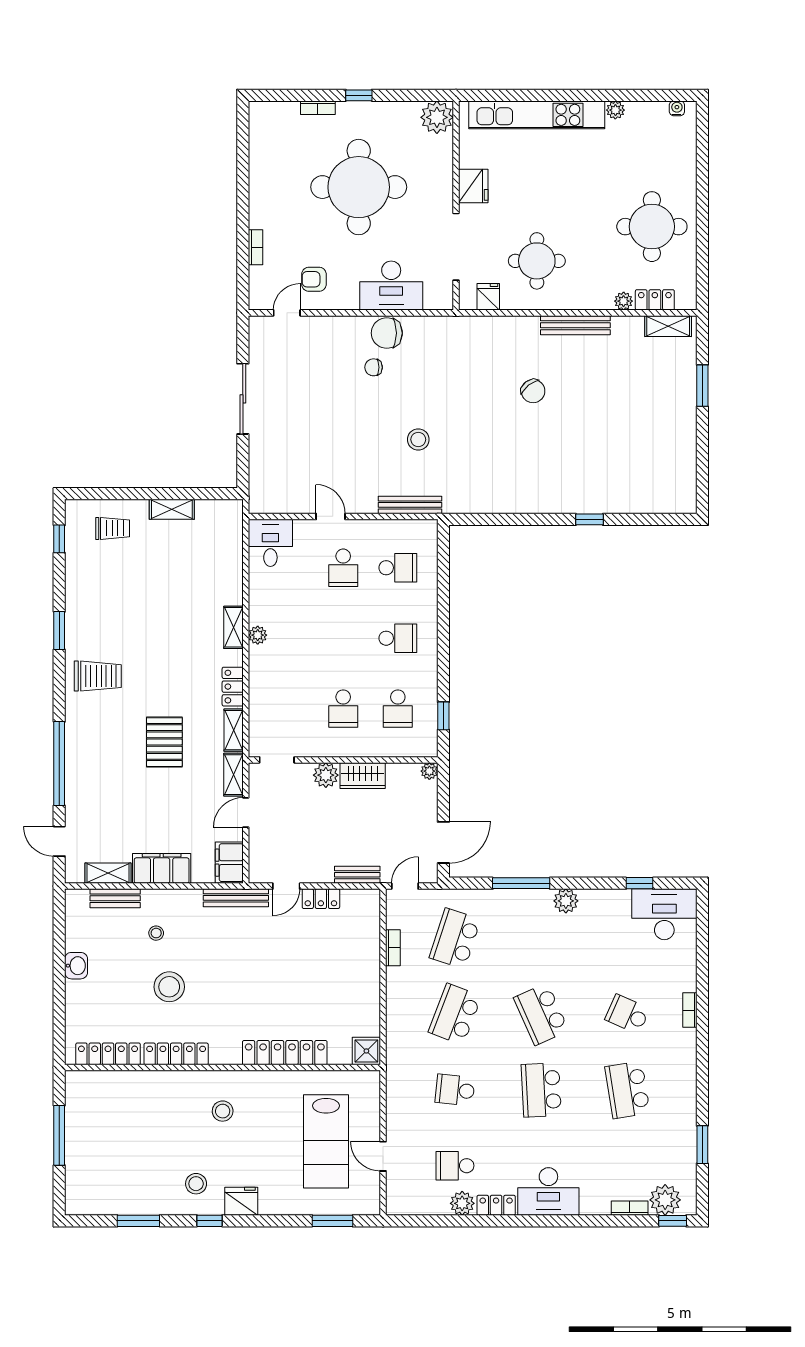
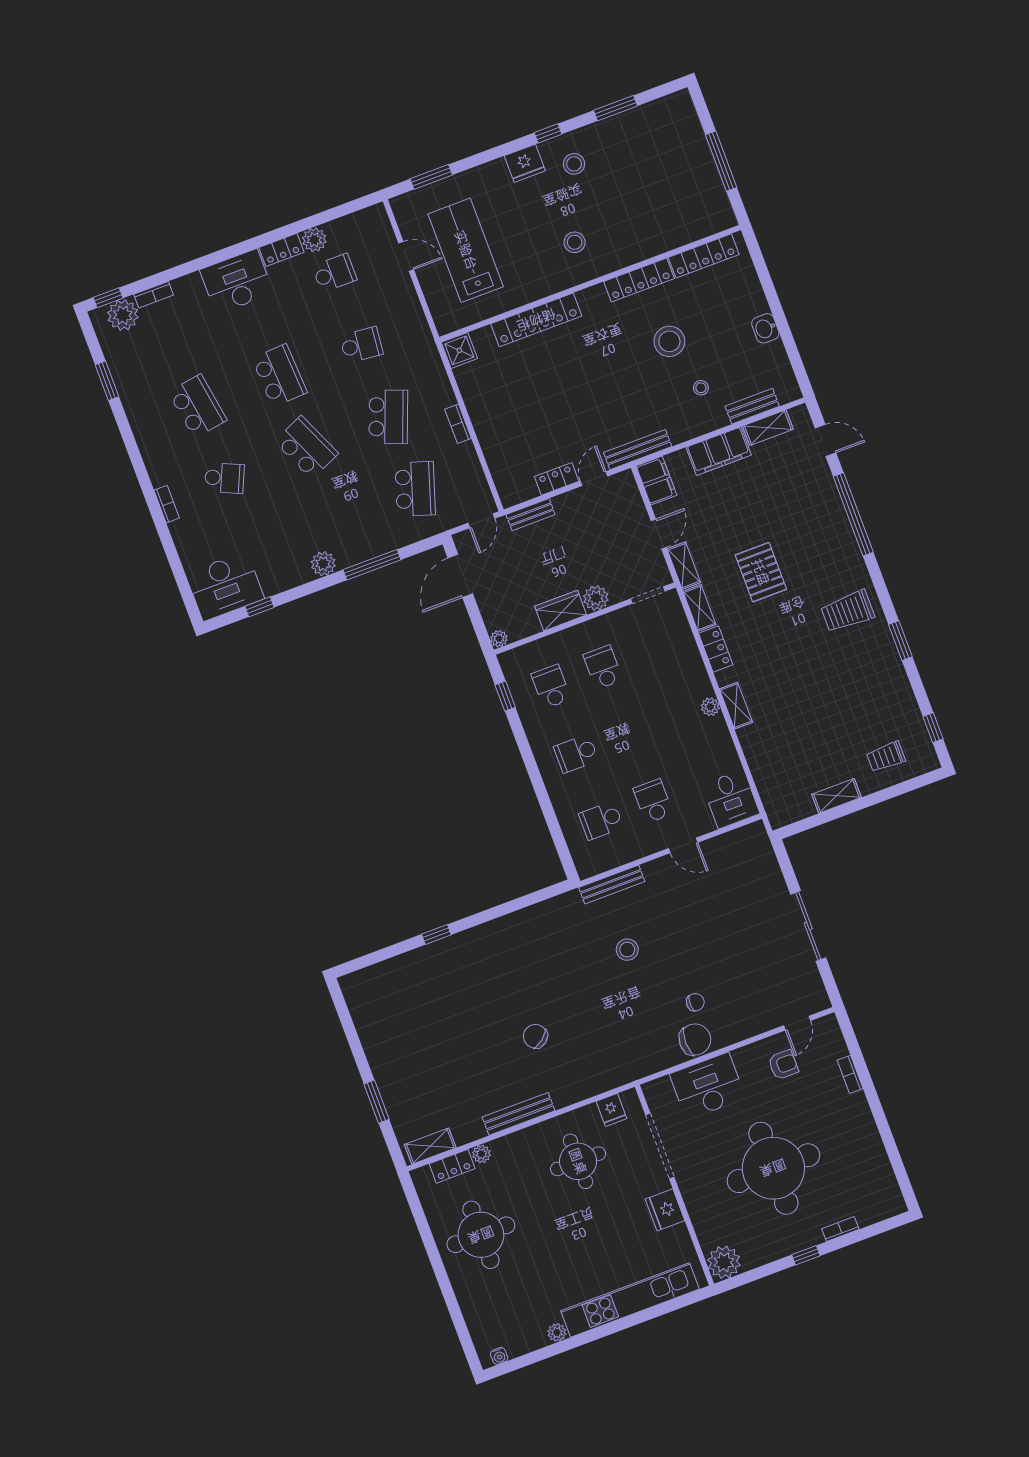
bookcase: (393, 948) -> (458, 424), moved

